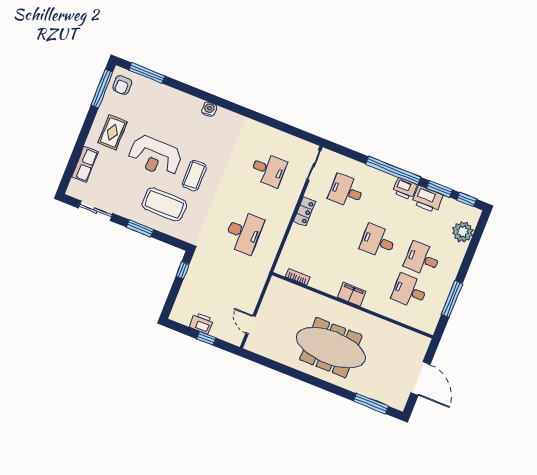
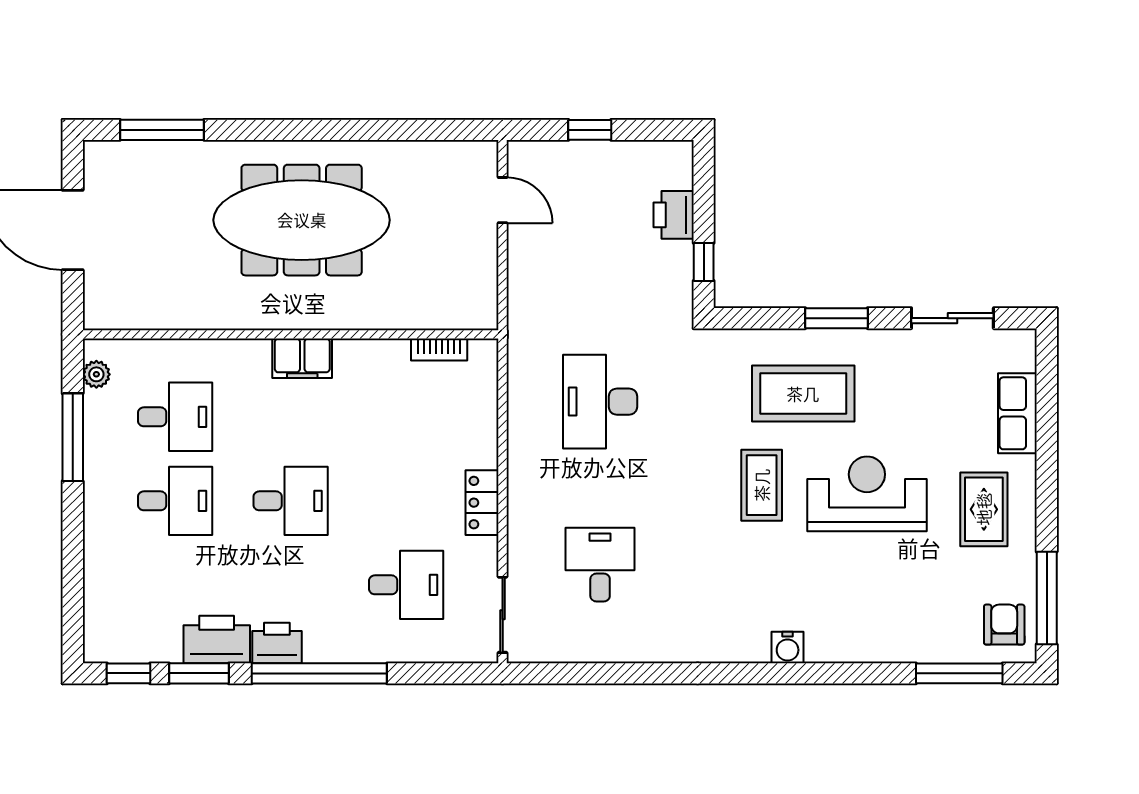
desk: (269, 170) -> (600, 565), turned 90
plant: (463, 232) -> (96, 374), moved, width x0.53, depth x0.53
printer: (202, 323) -> (674, 215), moved, turned 90

